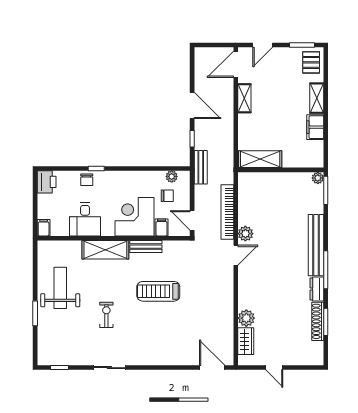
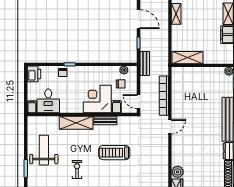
desk: (85, 219) -> (48, 101), moved
plant: (245, 234) -> (177, 111), removed

